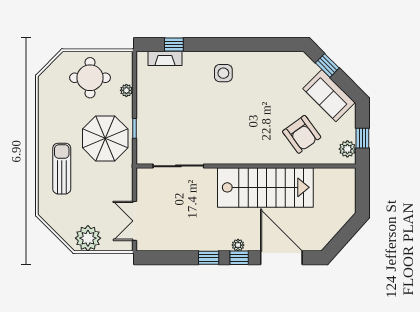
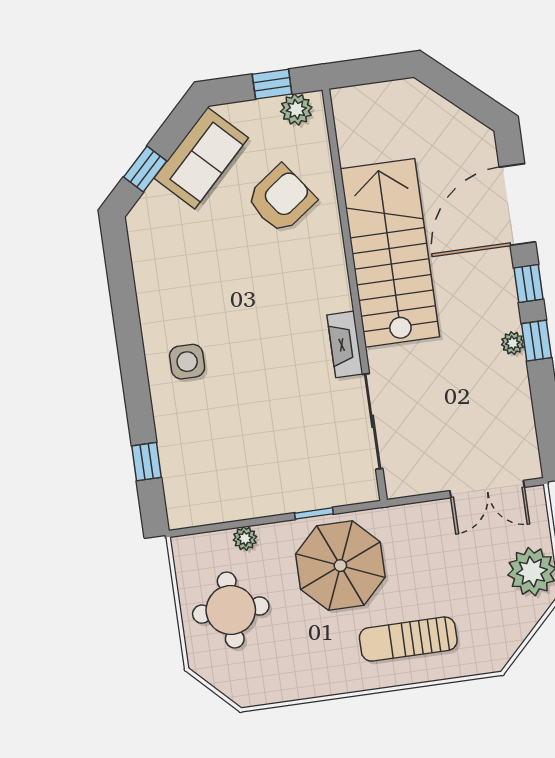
fireplace: (165, 58) -> (345, 344), moved, turned 180
plant: (238, 245) -> (513, 343), moved

